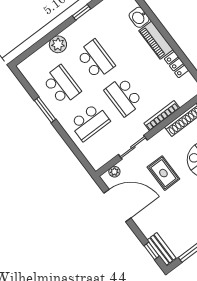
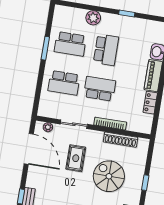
school desk: (62, 85) -> (70, 44), turned 90
school desk: (124, 96) -> (100, 89), turned 90

